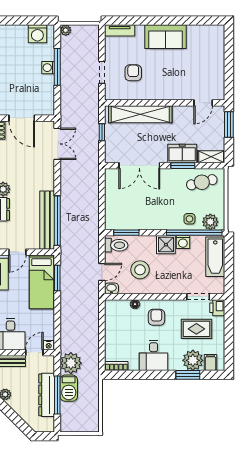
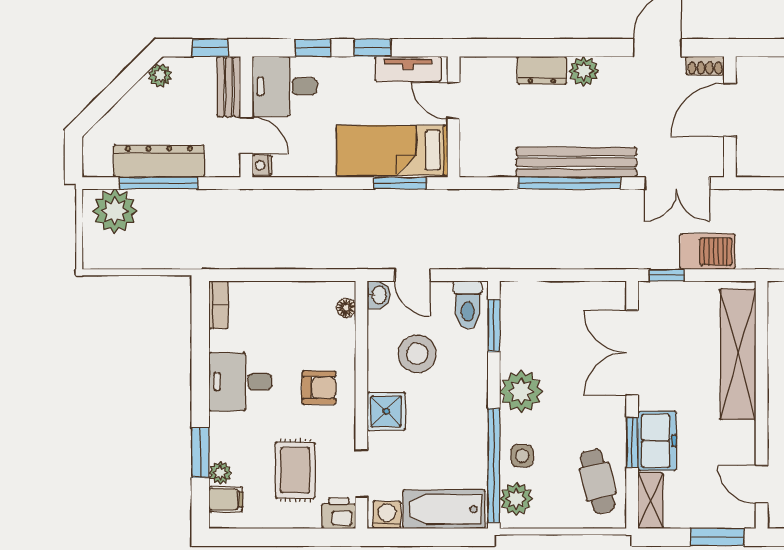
window: (102, 132) -> (667, 275), moved
plant: (158, 219) -> (521, 391), added
bench: (47, 220) -> (576, 162), moved
window: (57, 221) -> (569, 183), moved
washing machine: (183, 242) -> (387, 515), moved, turned 90
shower: (166, 245) -> (386, 411), moved
floor lamp: (135, 304) -> (346, 308), moved
plant: (193, 360) -> (220, 473), width x0.53, depth x0.53
plant: (71, 363) -> (115, 211), moved
barbecue: (69, 388) -> (708, 252), moved, turned 180

